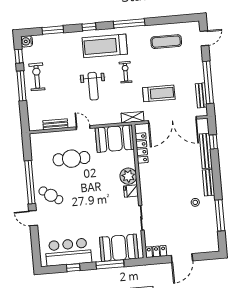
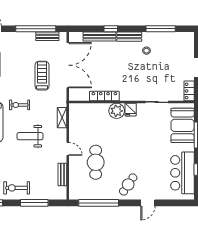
window: (22, 86) -> (34, 203), moved
weight bench: (93, 86) -> (30, 136), turned 180
shelving: (133, 117) -> (62, 118), moved
door: (83, 128) -> (68, 149), swing flipped
booth: (115, 139) -> (80, 120), removed
window: (213, 142) -> (111, 29), moved
locker: (142, 148) -> (104, 96), moved
window: (30, 182) -> (99, 203), moved

